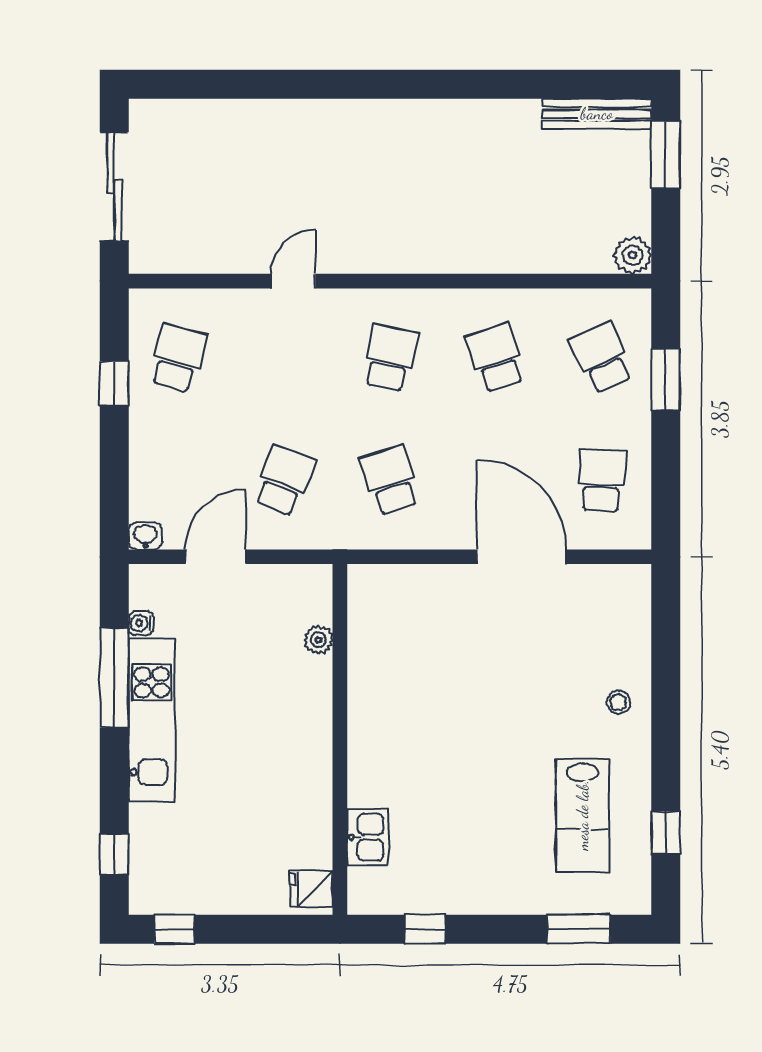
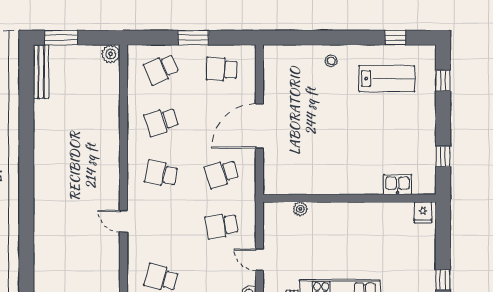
window: (666, 380) -> (193, 38), moved
school desk: (284, 480) -> (222, 226), turned -30
door: (215, 557) -> (259, 260), width x0.73
door: (522, 557) -> (259, 126), moved
window: (579, 929) -> (443, 81), width x0.67

